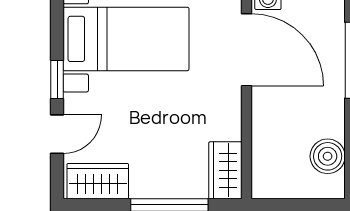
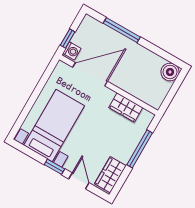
boiler: (328, 156) -> (170, 72), moved
wardrobe: (225, 170) -> (126, 107), moved

